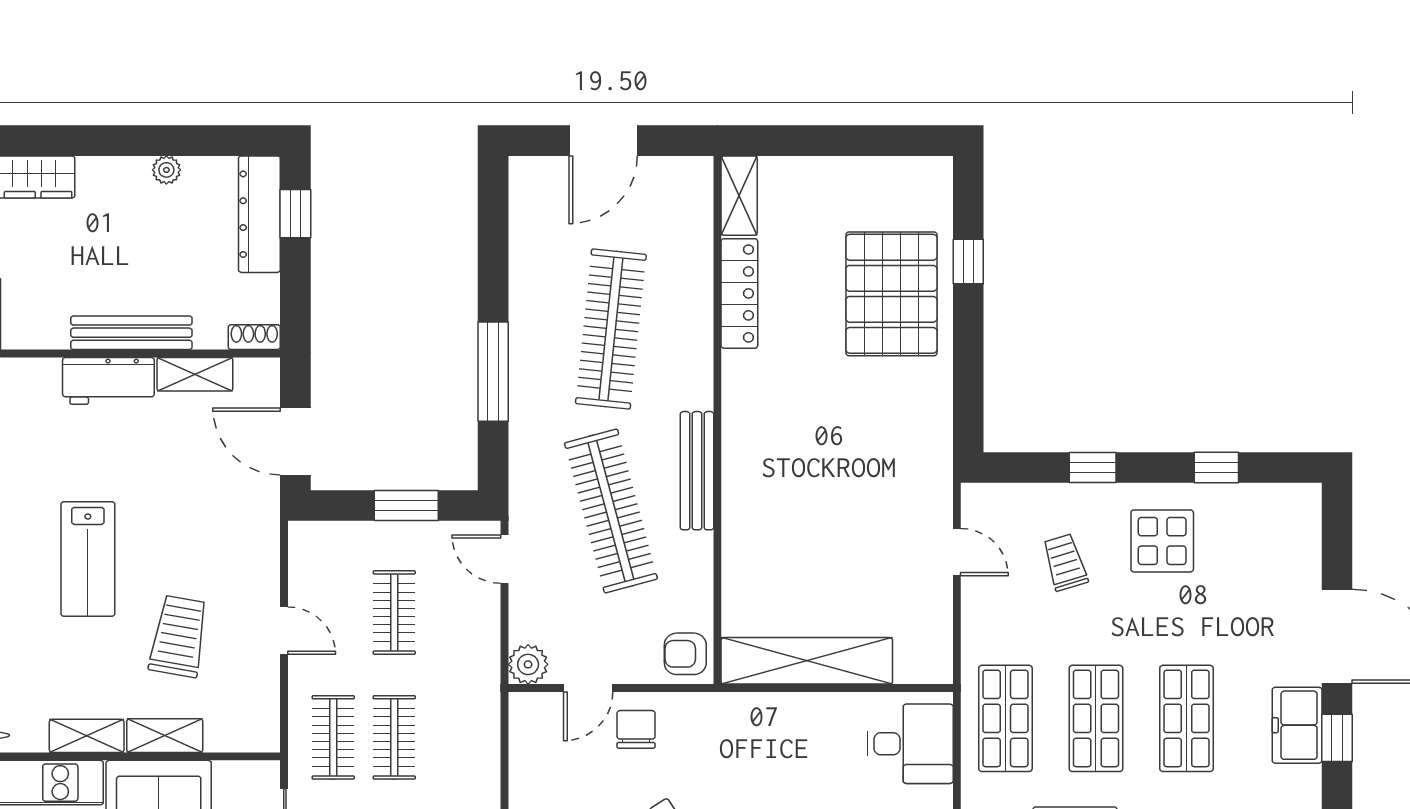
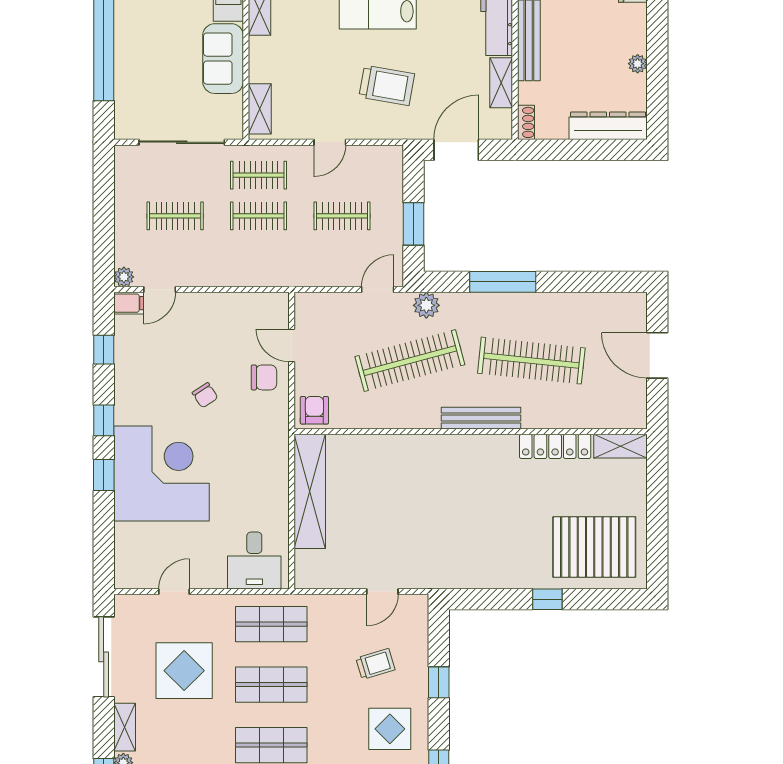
window: (295, 214) -> (608, 150), removed
window: (968, 261) -> (547, 599), moved
pallet: (891, 294) -> (594, 547), moved
bench: (697, 471) -> (481, 418), moved
trolley: (179, 636) -> (387, 85), moved
plant: (528, 664) -> (426, 305), moved
shelving: (165, 736) -> (260, 109), moved

